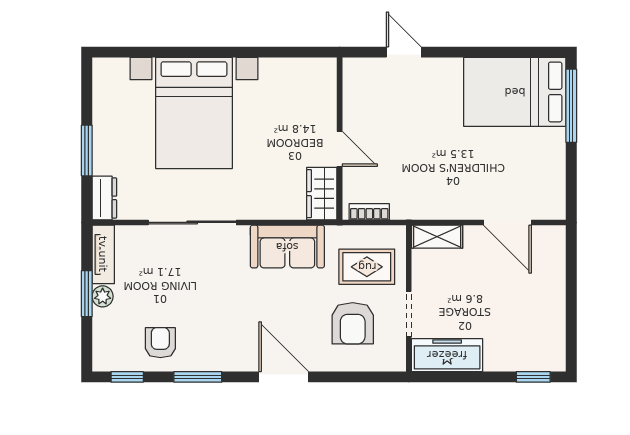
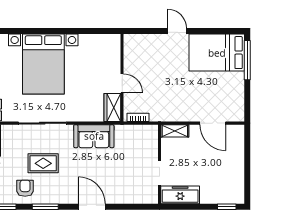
door: (404, 52) -> (177, 31), moved
rug: (367, 267) -> (43, 163), moved
armchair: (353, 323) -> (129, 178), removed

